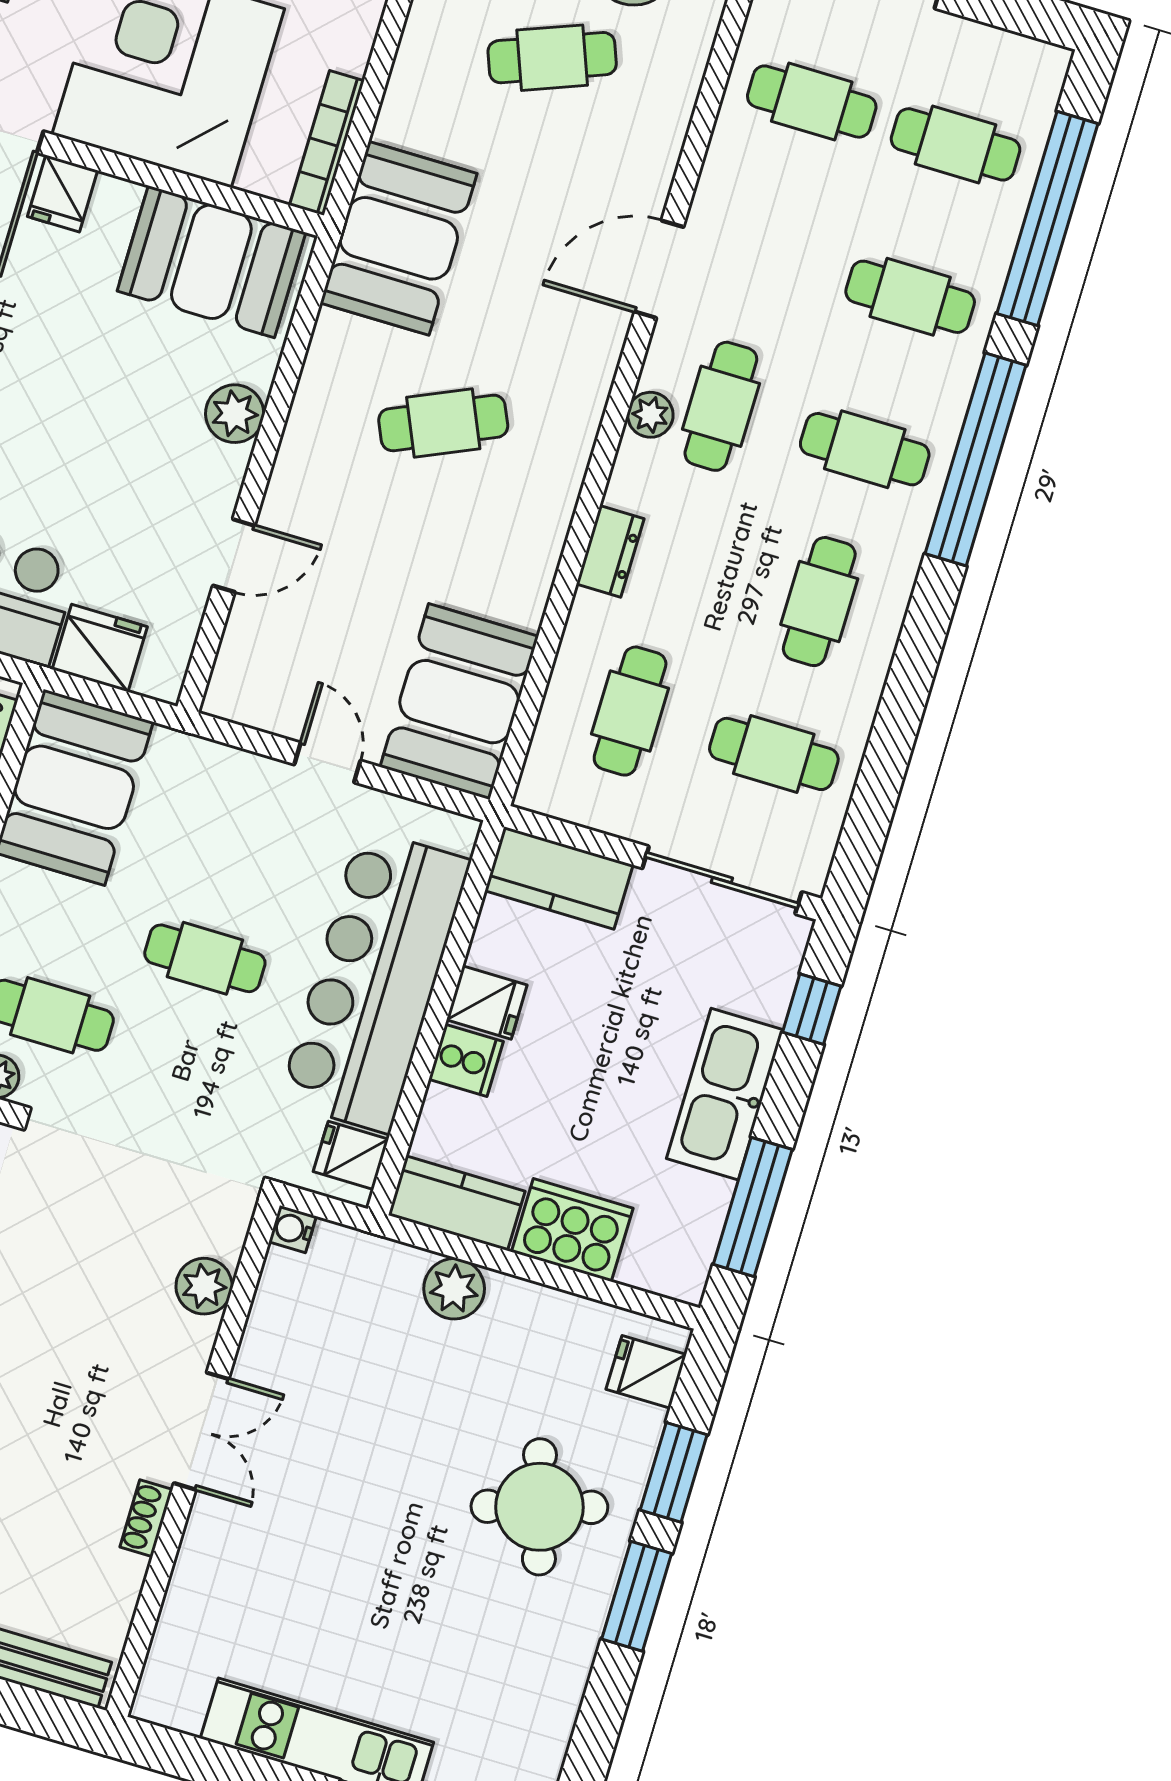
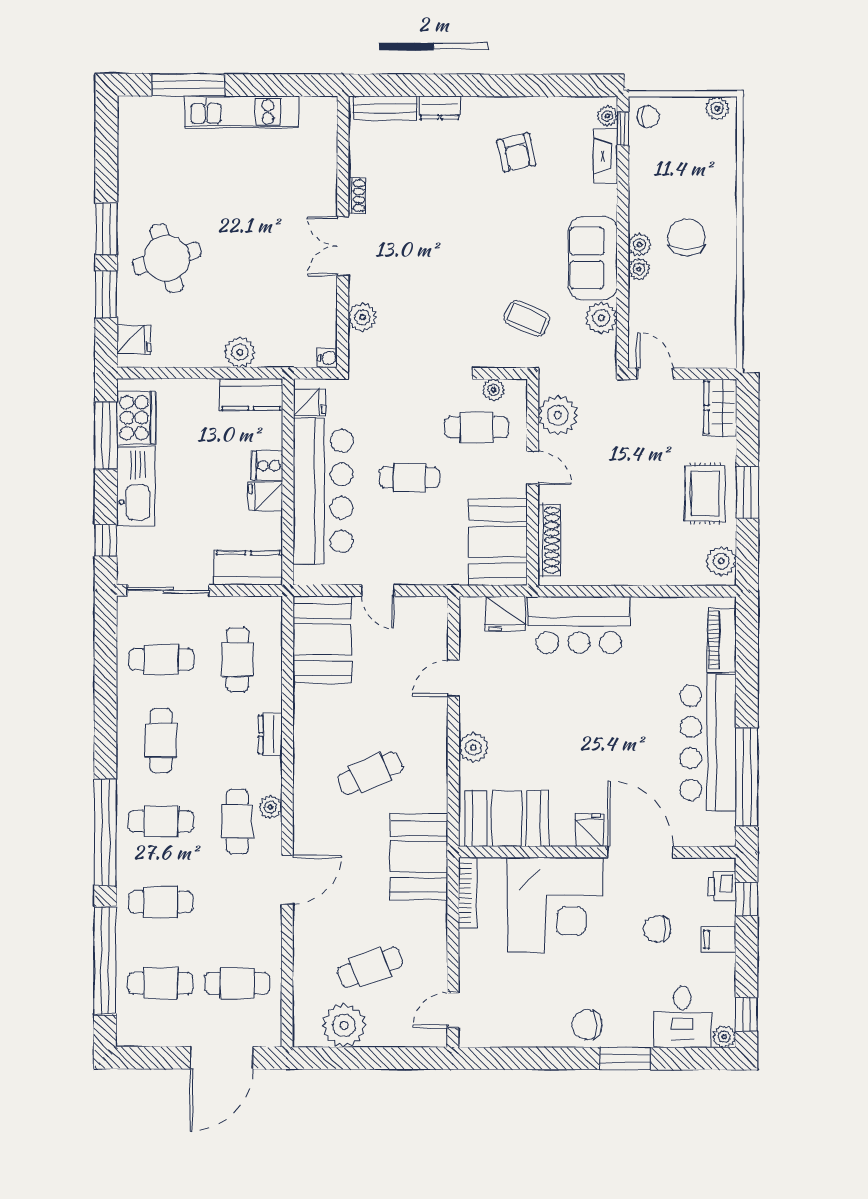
cooker: (572, 1230) -> (136, 418), moved, turned -90

